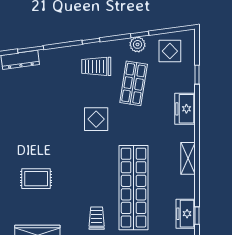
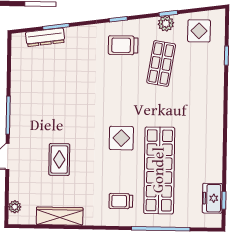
freezer: (185, 109) -> (214, 90), removed
display table: (96, 119) -> (121, 138), moved
shelving: (188, 158) -> (216, 141), removed
rug: (36, 179) -> (59, 159), turned 90
trolley: (97, 218) -> (121, 201), turned -90

